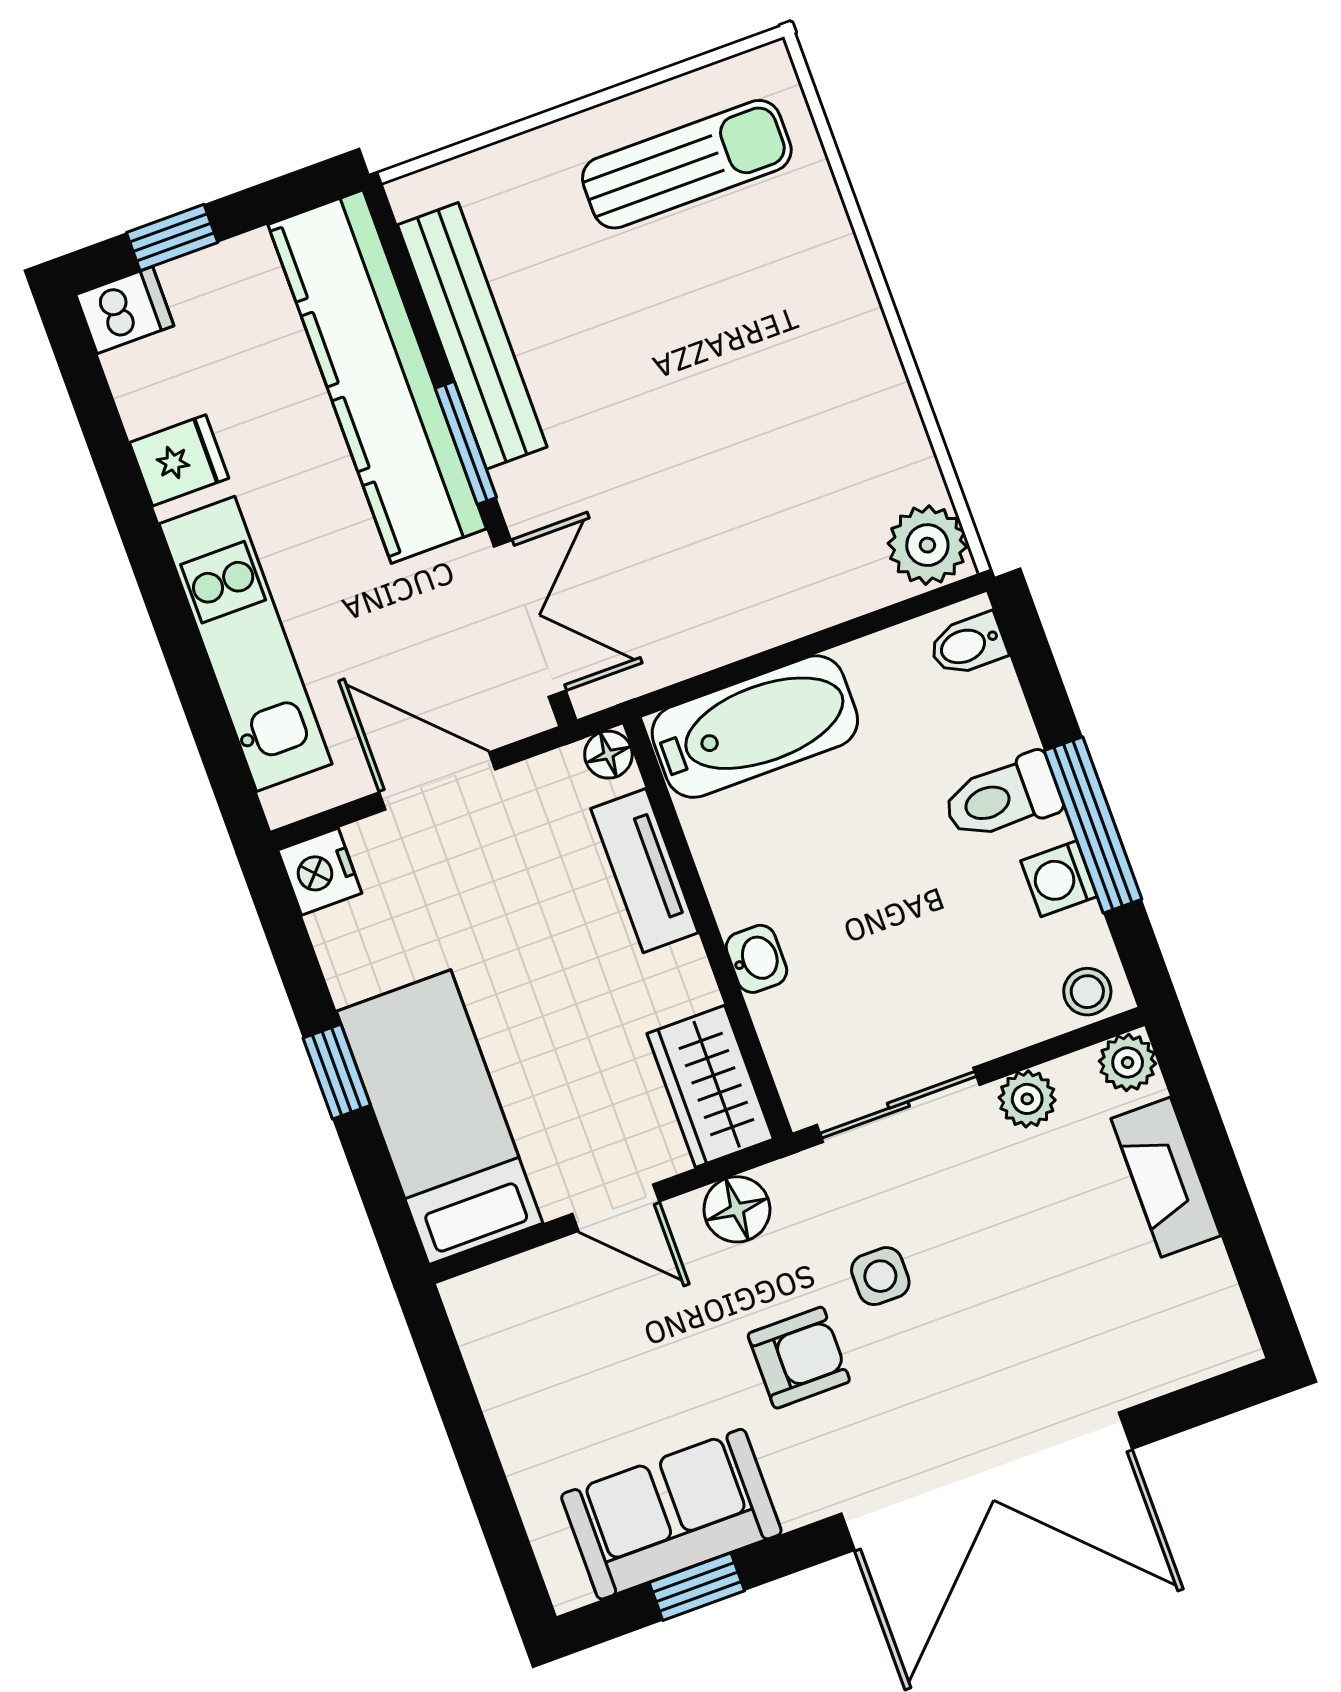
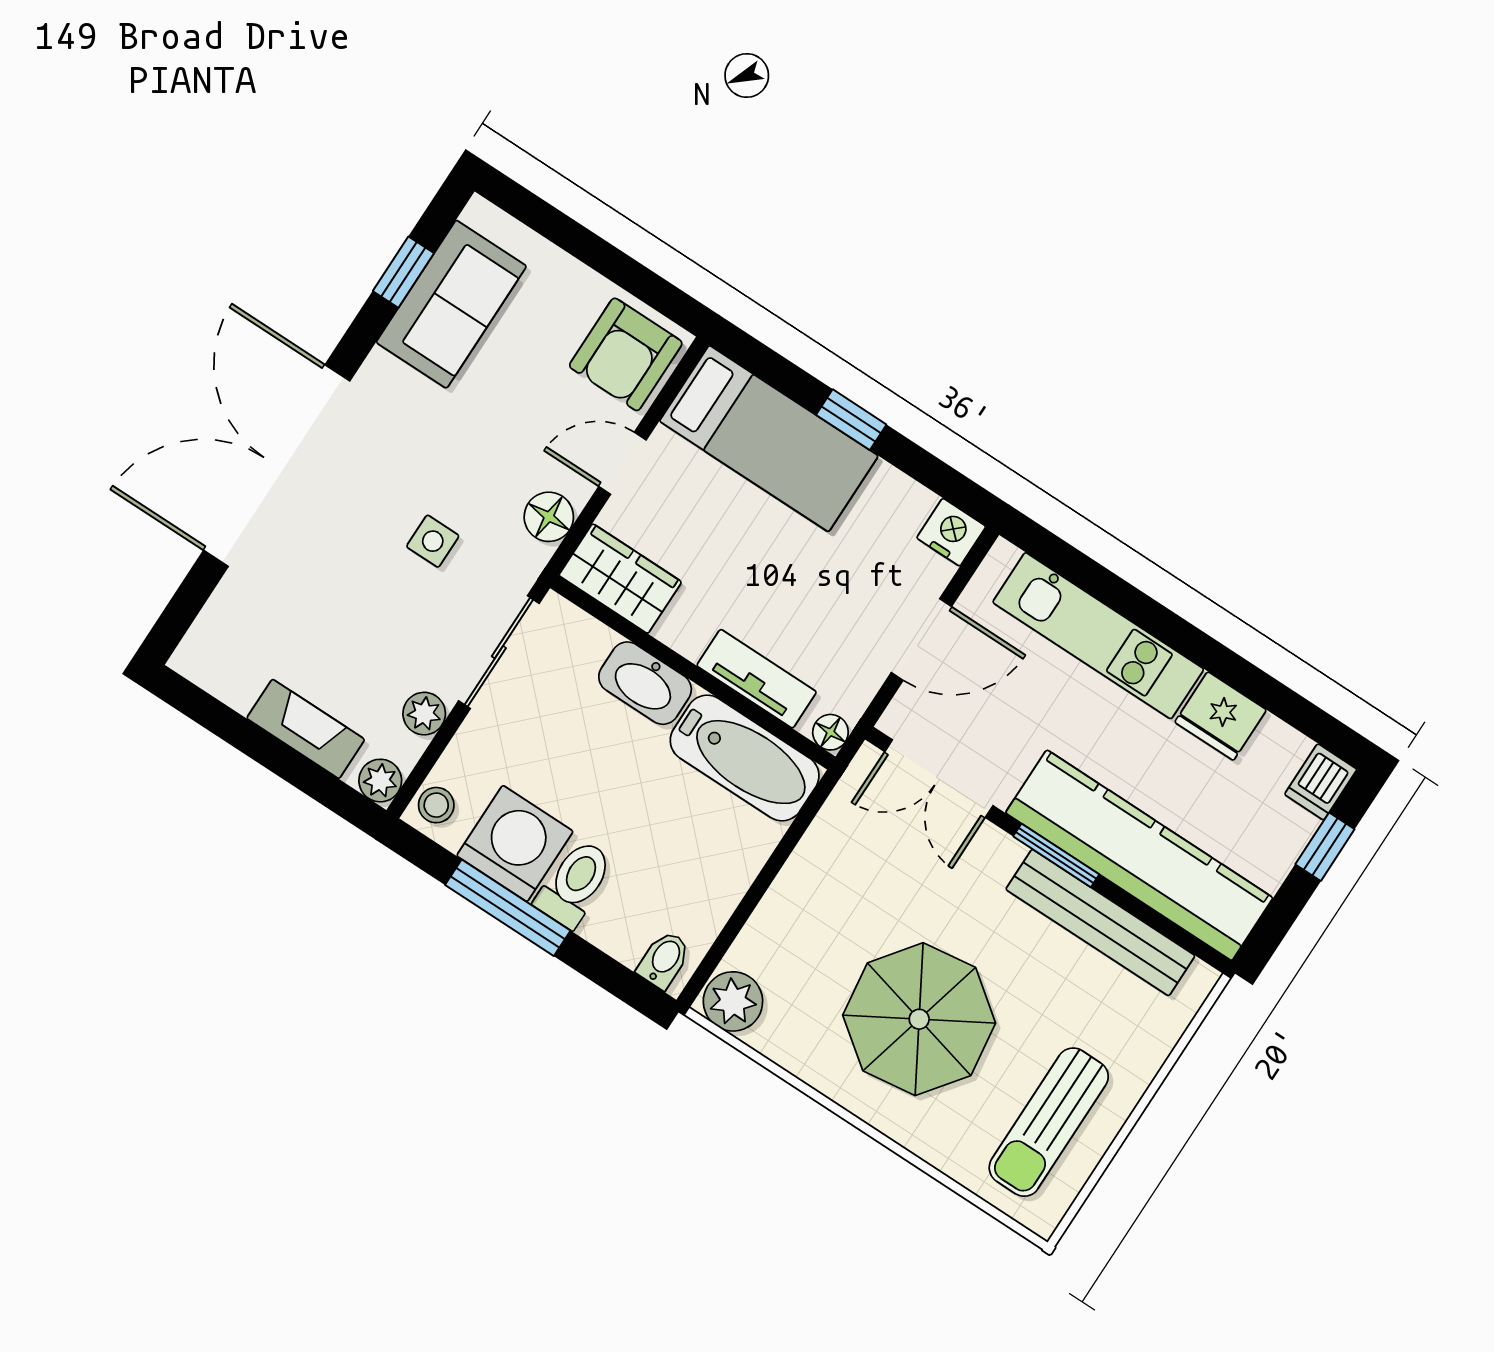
parasol: (743, 377) -> (919, 1019), added
fridge: (179, 460) -> (1221, 716), width x1.38
bathtub: (755, 727) -> (745, 758), moved, turned -90
washing machine: (1059, 879) -> (515, 844), width x1.89, depth x1.89
washbasin: (756, 959) -> (645, 683), width x1.91, depth x1.45
armchair: (799, 1358) -> (626, 354), moved, width x1.38, depth x1.38

